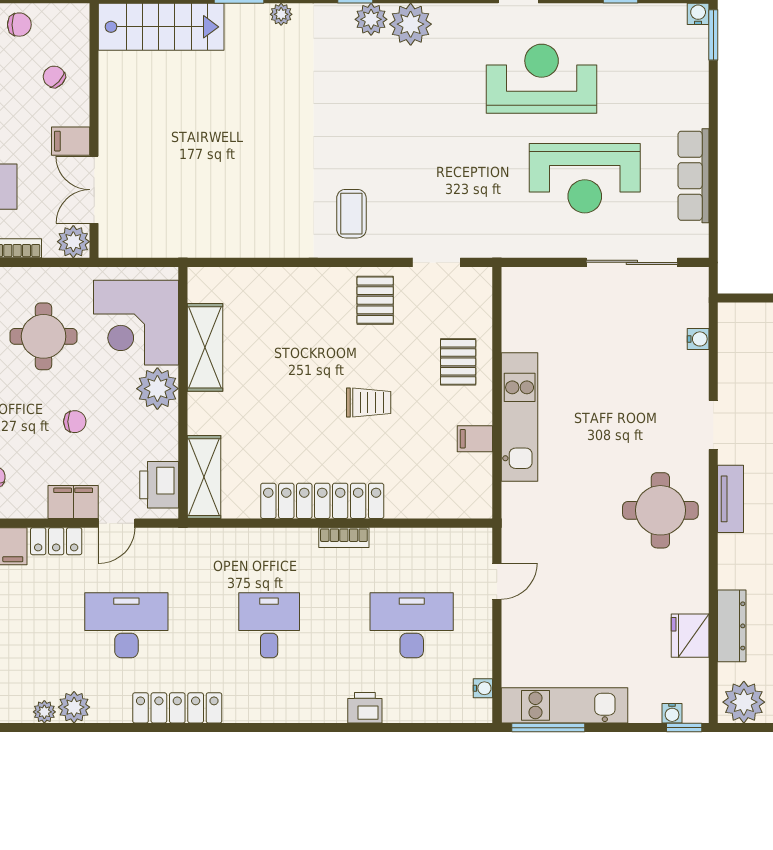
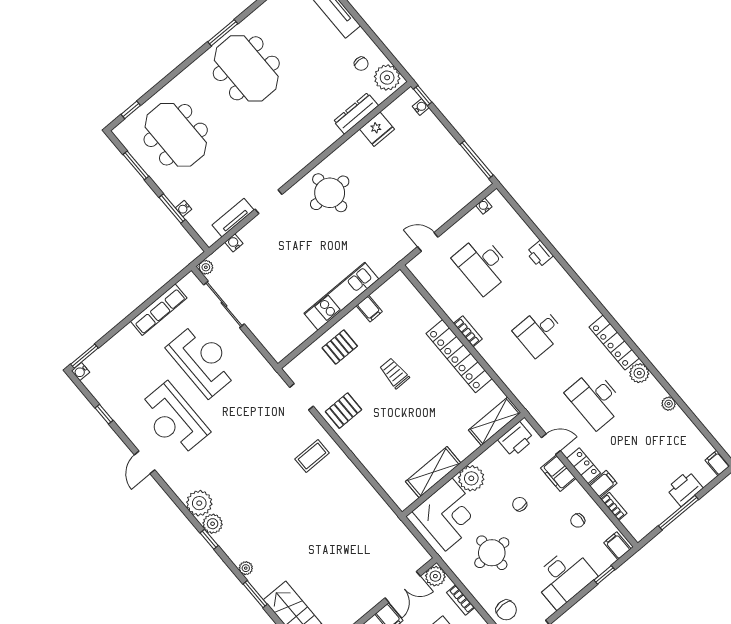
plant: (697, 279) -> (206, 267), added
tv unit: (731, 499) -> (233, 218), moved
kitchen unit: (564, 705) -> (460, 161), removed
plant: (74, 707) -> (639, 373), moved

